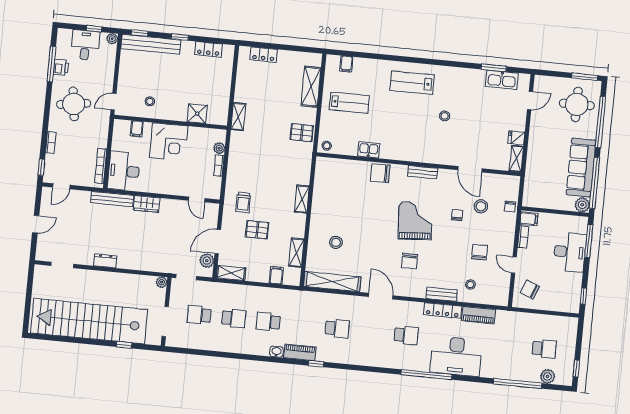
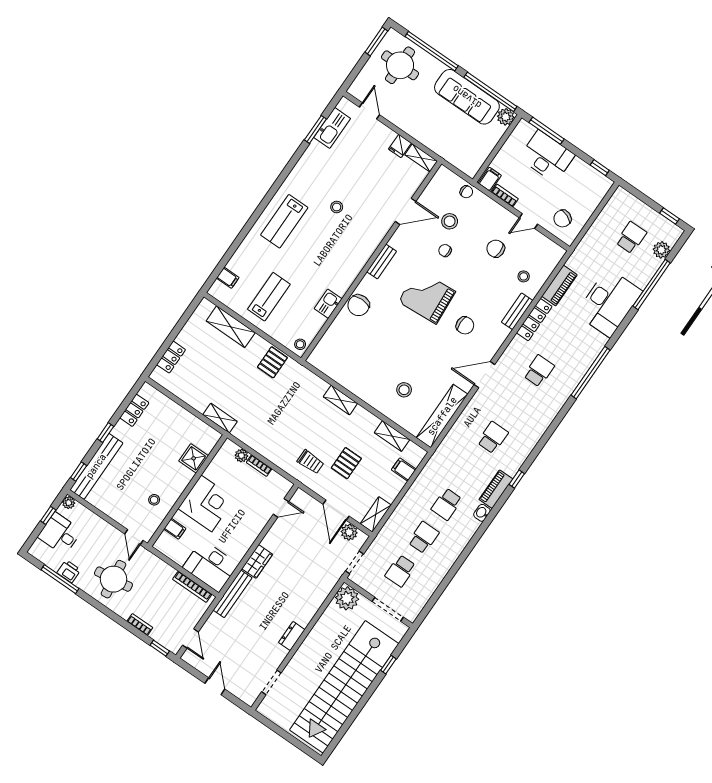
plant: (162, 282) -> (347, 598), width x1.88, depth x1.88
desk: (456, 356) -> (609, 303), moved

